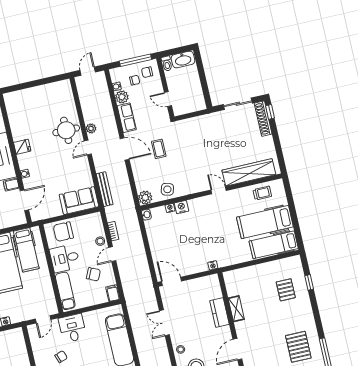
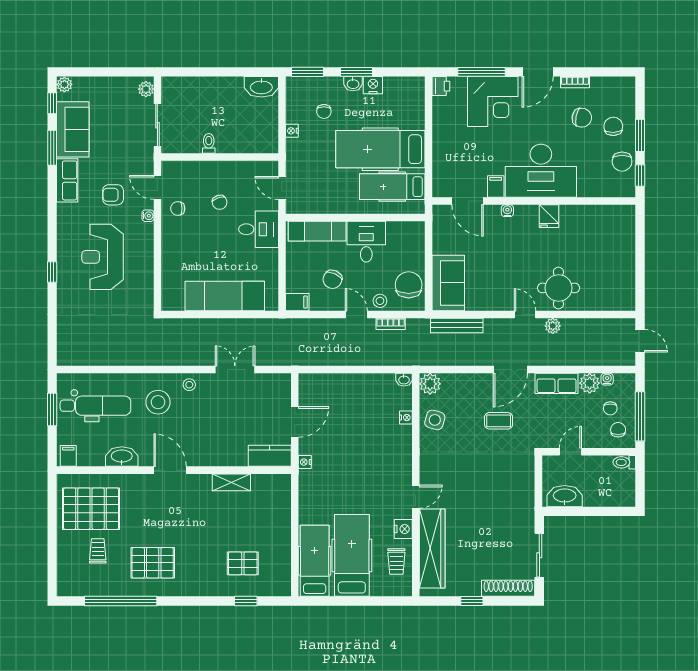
washbasin: (183, 60) -> (565, 496), moved, turned 90
window: (270, 112) -> (472, 601), moved
nightstand: (181, 207) -> (403, 529), moved
chair: (63, 232) -> (409, 285), moved
door: (172, 281) -> (295, 422), moved
kitchen counter: (219, 313) -> (270, 456), moved

